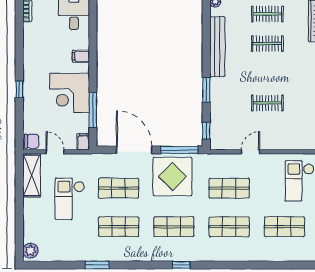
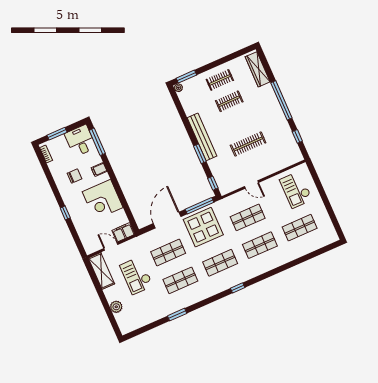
bench: (217, 47) -> (202, 137), moved
clothes rail: (267, 103) -> (248, 144), width x1.36
window: (93, 110) -> (97, 142), moved
chair: (32, 141) -> (74, 176), moved
filing cabinet: (83, 142) -> (123, 232), width x2.00
door: (134, 150) -> (167, 220), hinge flipped
door: (251, 152) -> (251, 184), swing flipped
plant: (30, 251) -> (116, 307), moved

